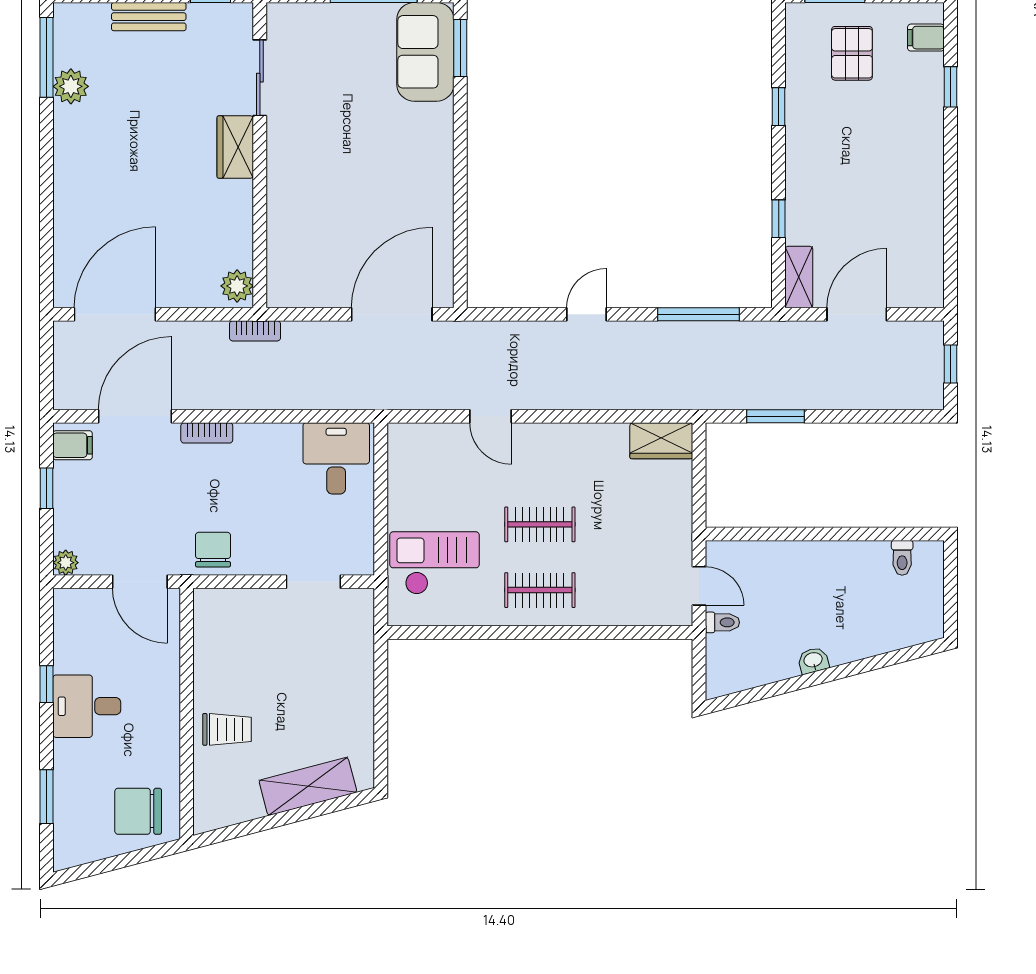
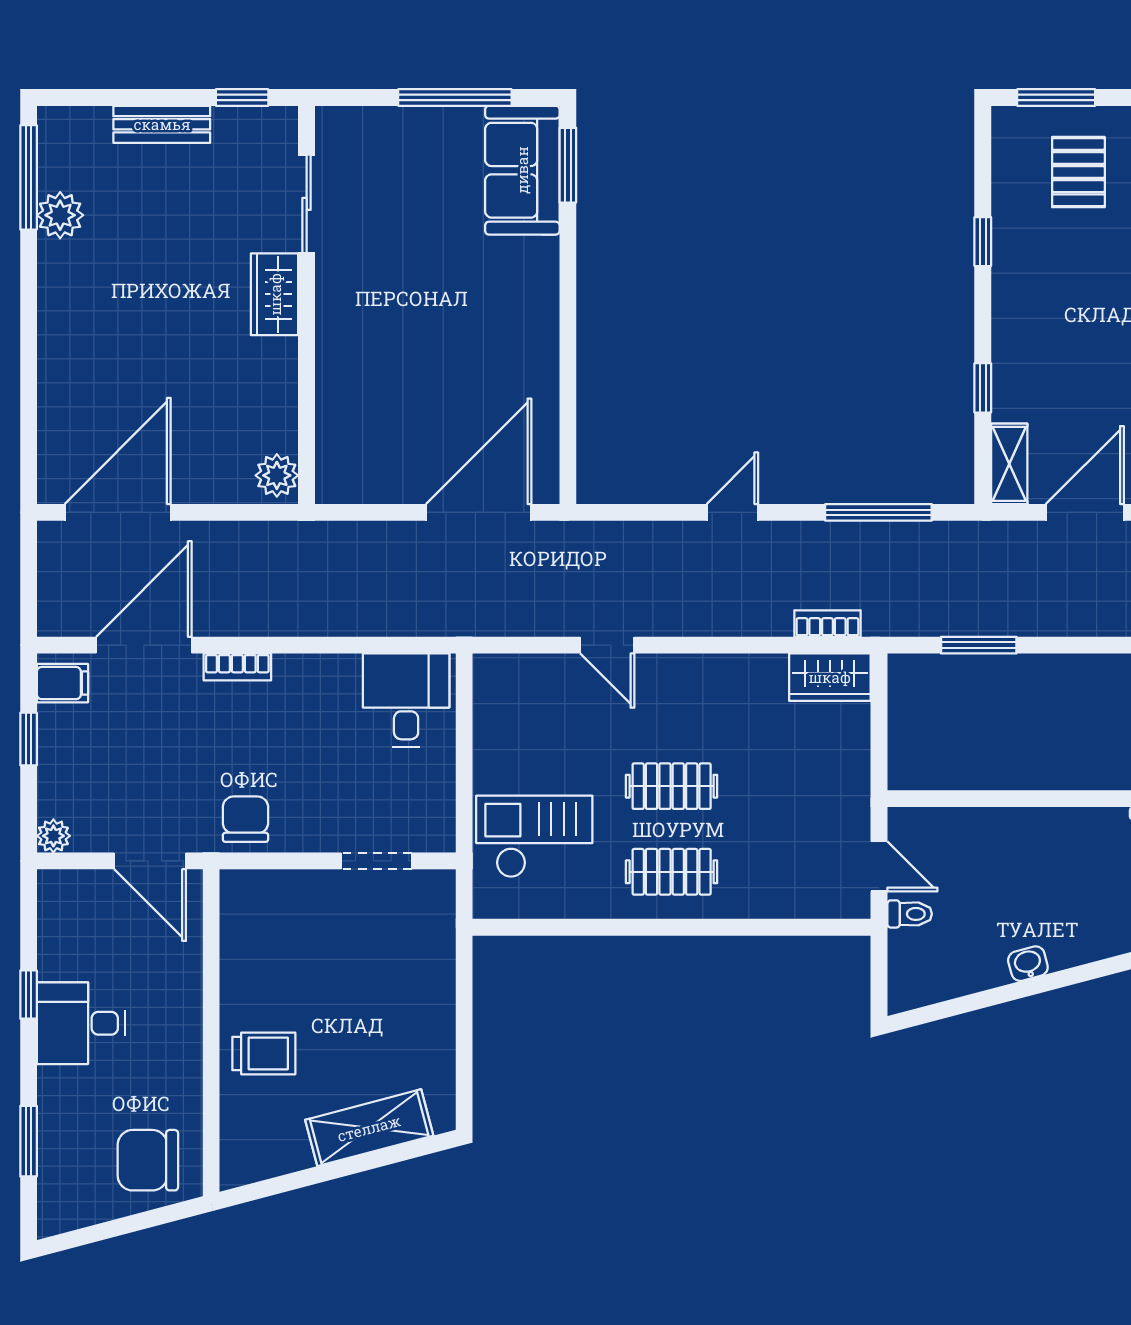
bookcase: (255, 331) -> (827, 624), moved, turned 180

